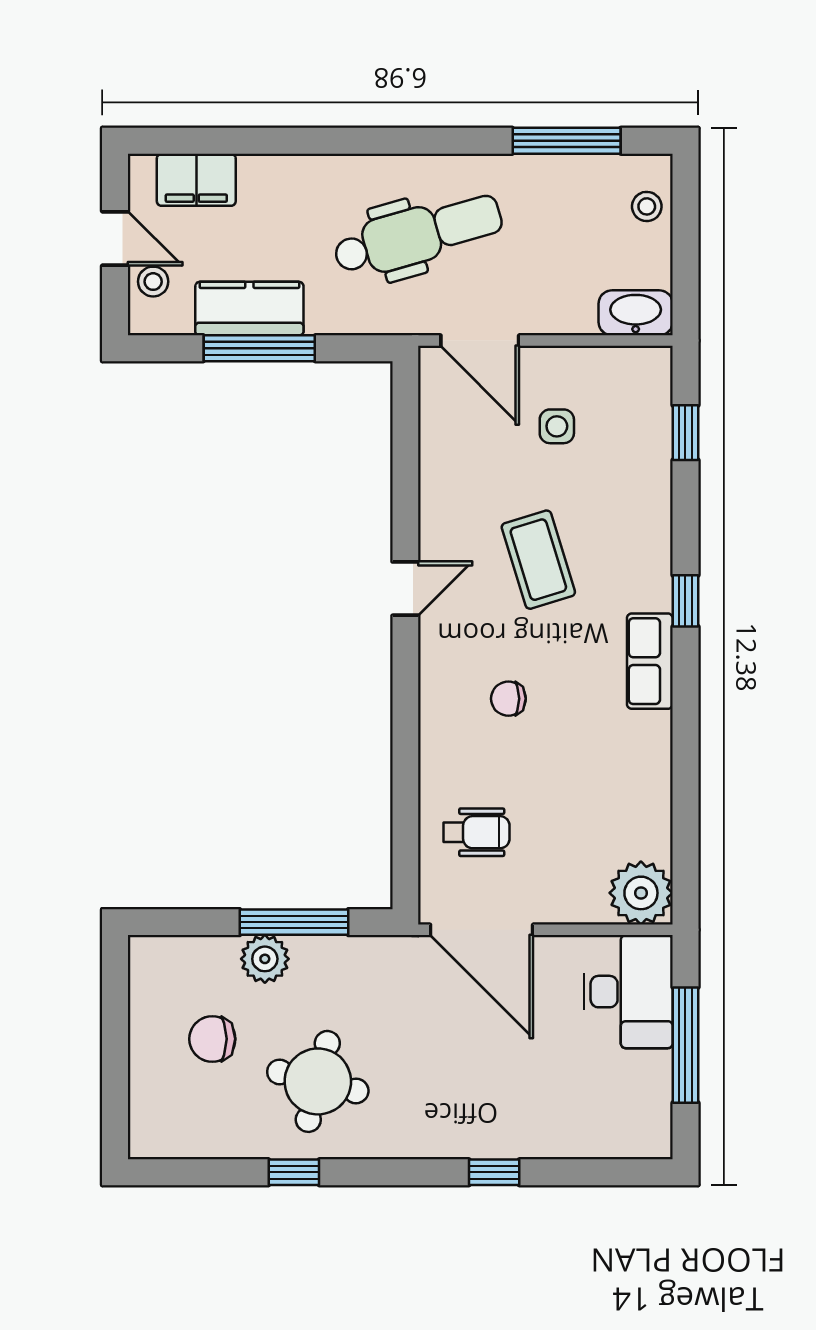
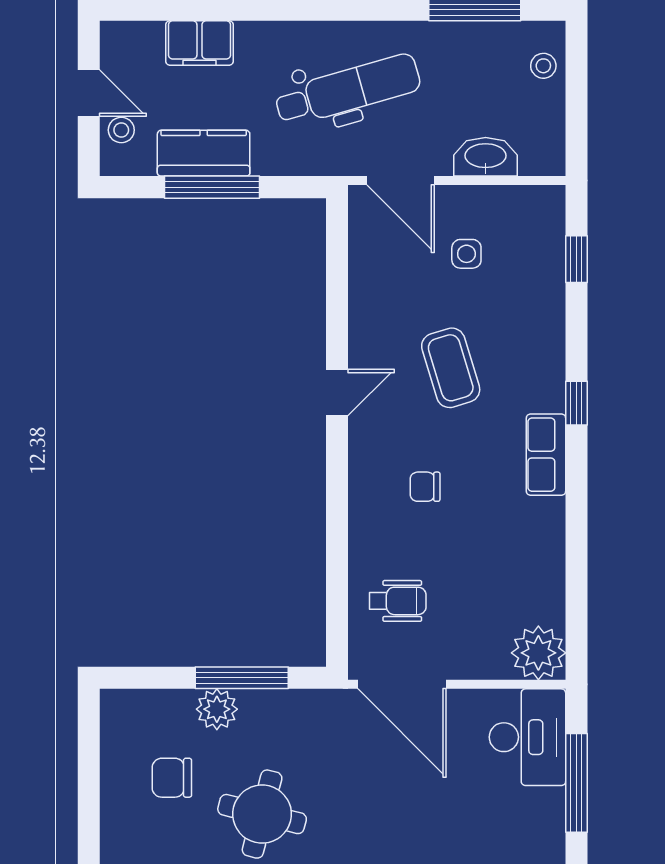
filing cabinet: (196, 180) -> (199, 43), moved
washbasin: (636, 313) -> (486, 157), moved

